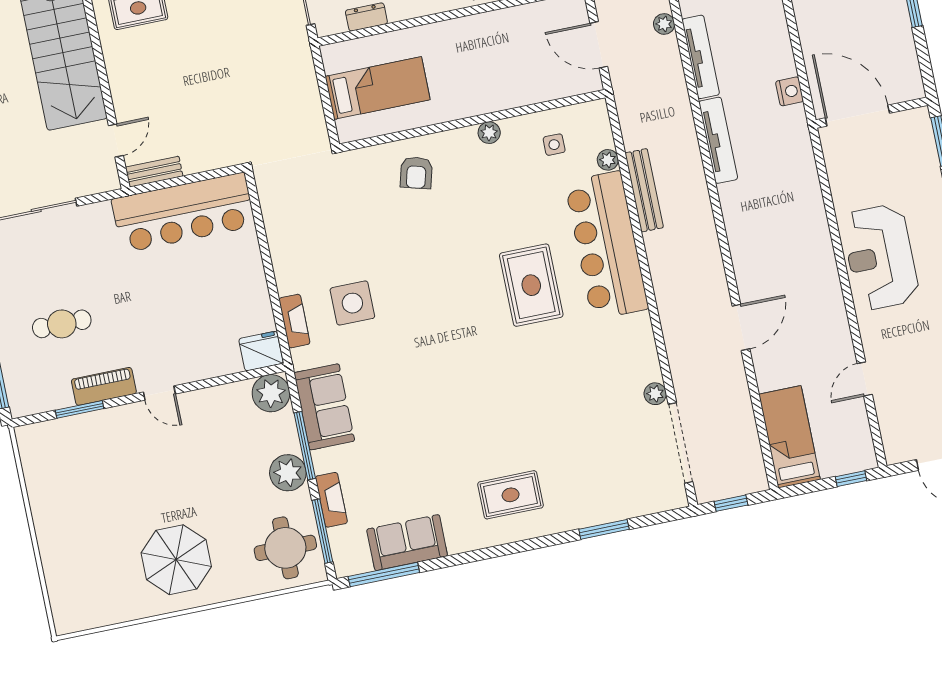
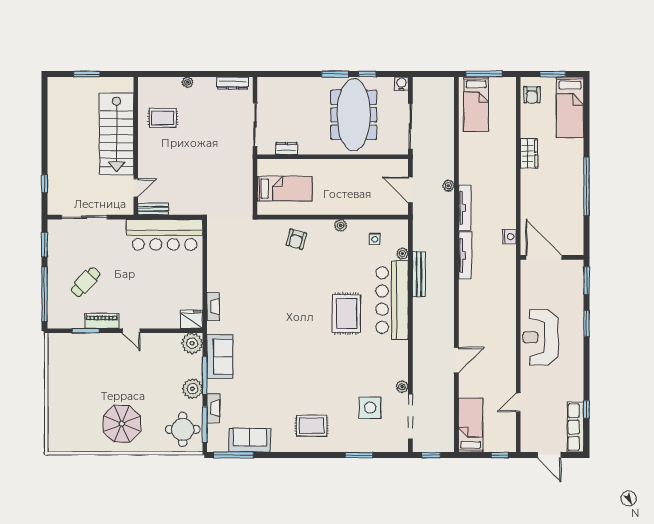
side table: (352, 303) -> (370, 408), moved
cafe table: (62, 324) -> (86, 282), turned -46

